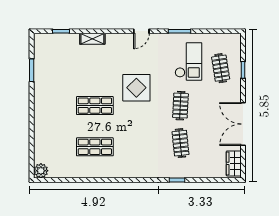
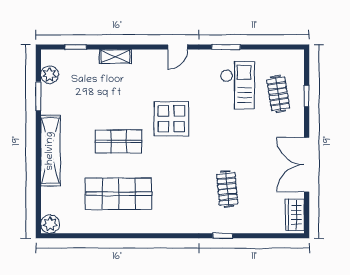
plant: (40, 53) -> (50, 75), added
clothes rail: (180, 106) -> (227, 141), removed
shelving: (41, 113) -> (50, 151), added
shop shelf: (95, 147) -> (119, 194), width x1.43, depth x1.36

